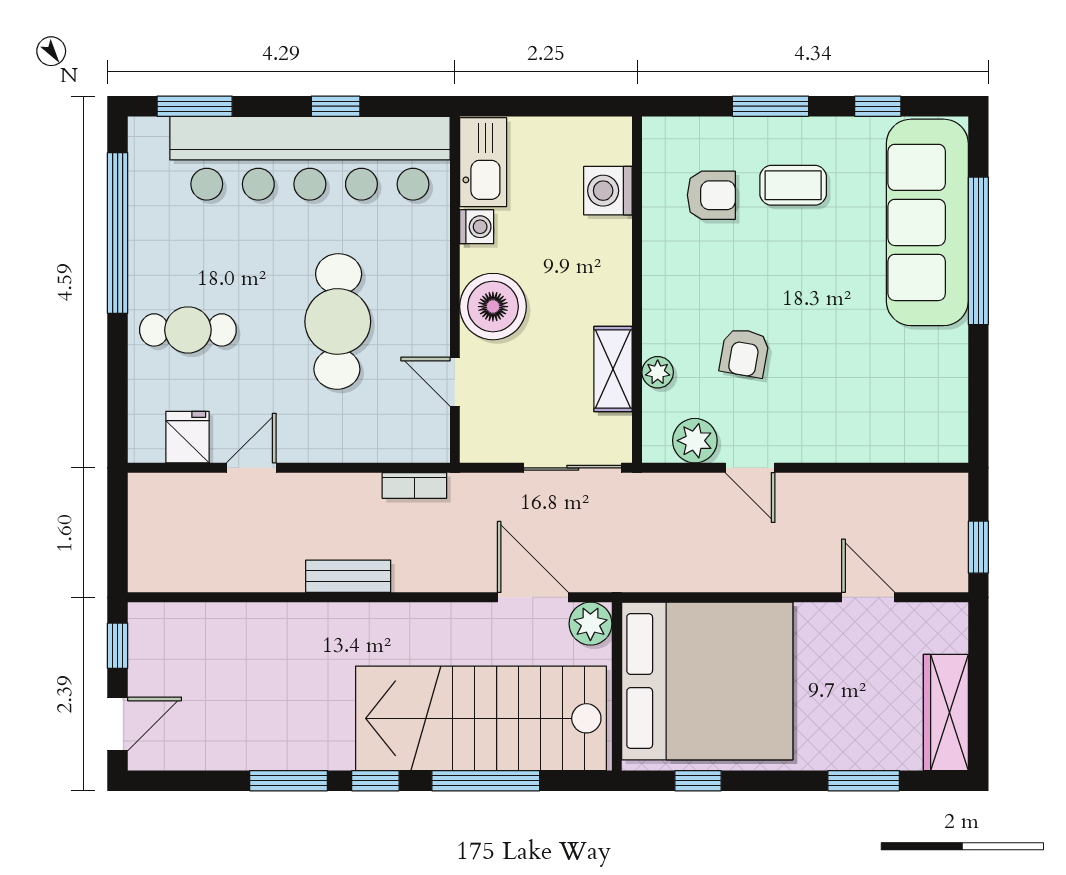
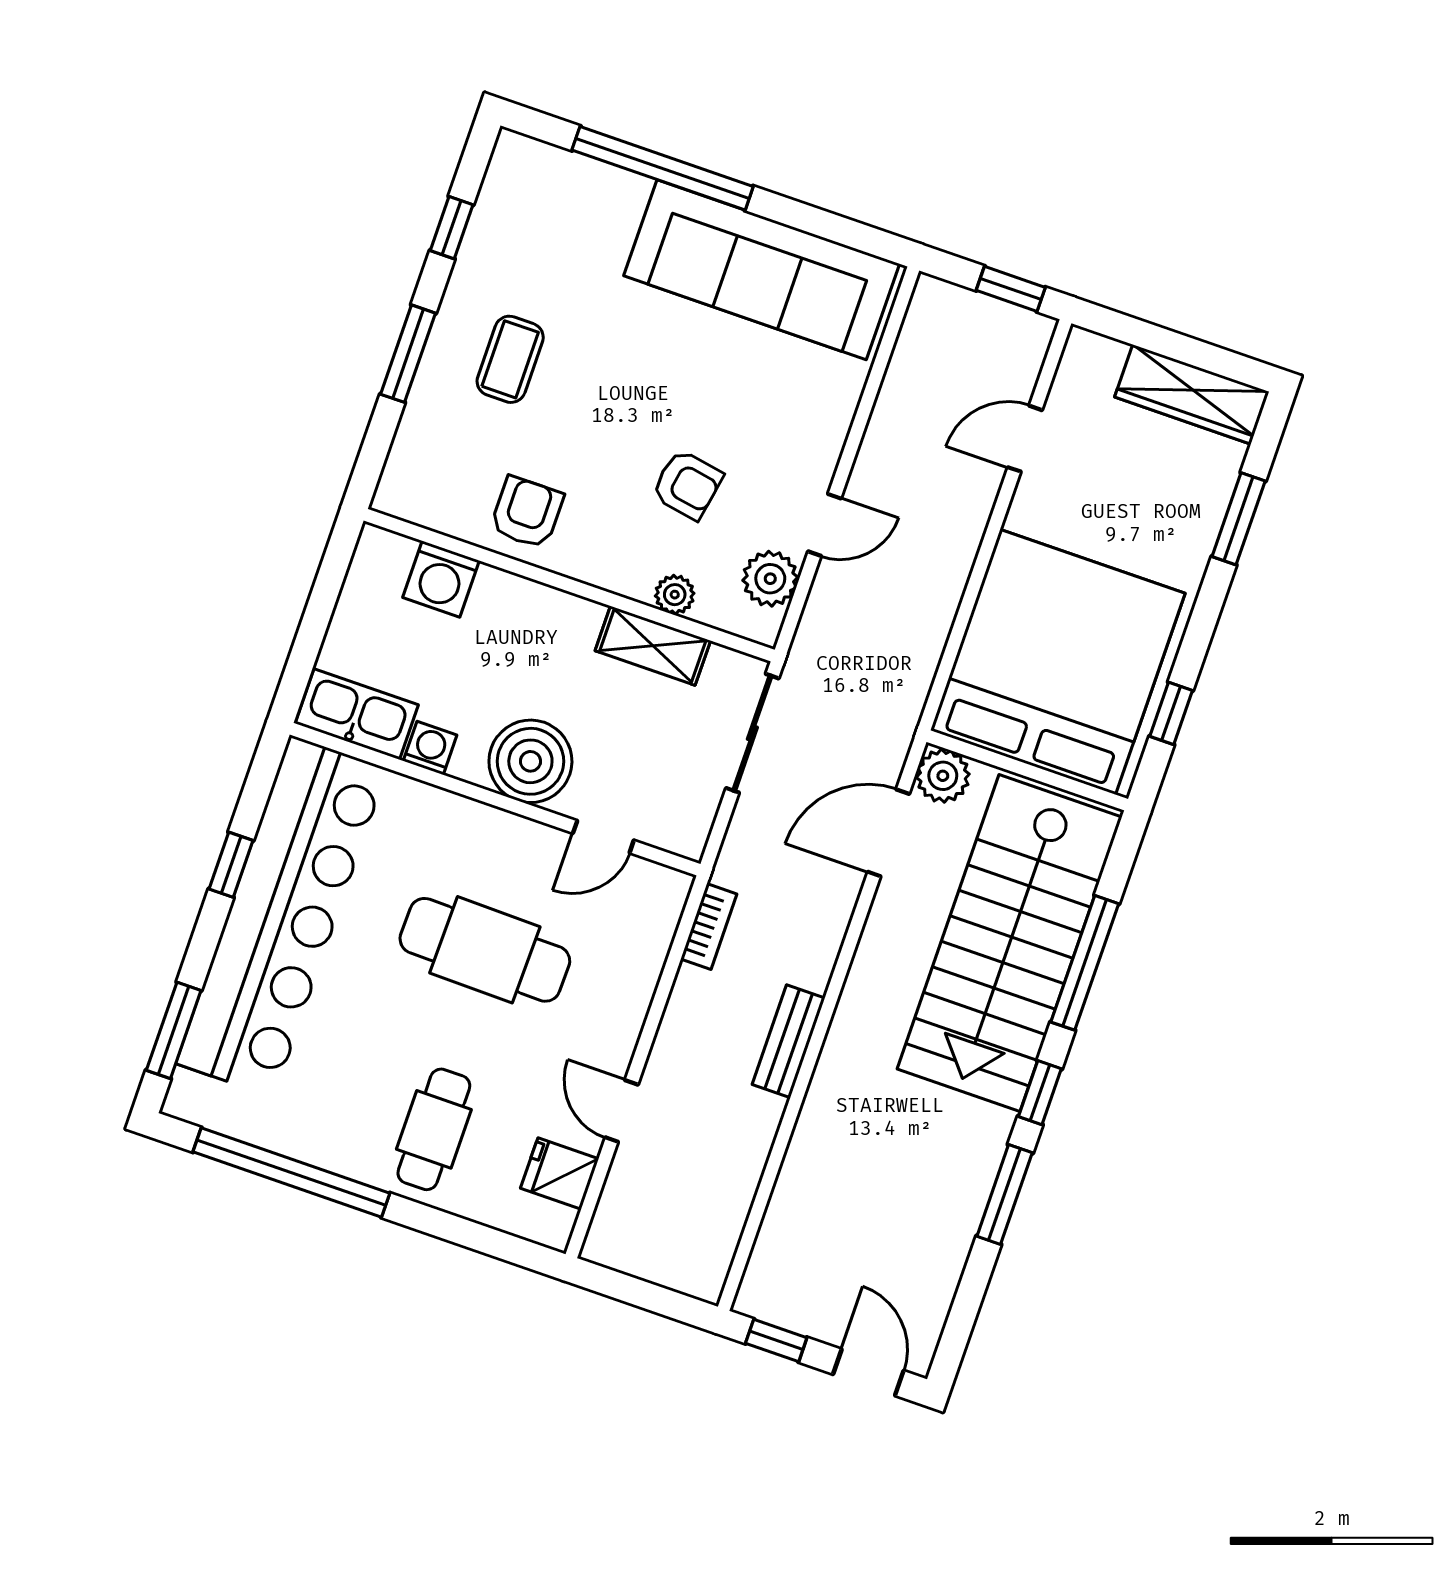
armchair: (711, 195) -> (527, 512), moved
sofa: (927, 222) -> (762, 270), moved

